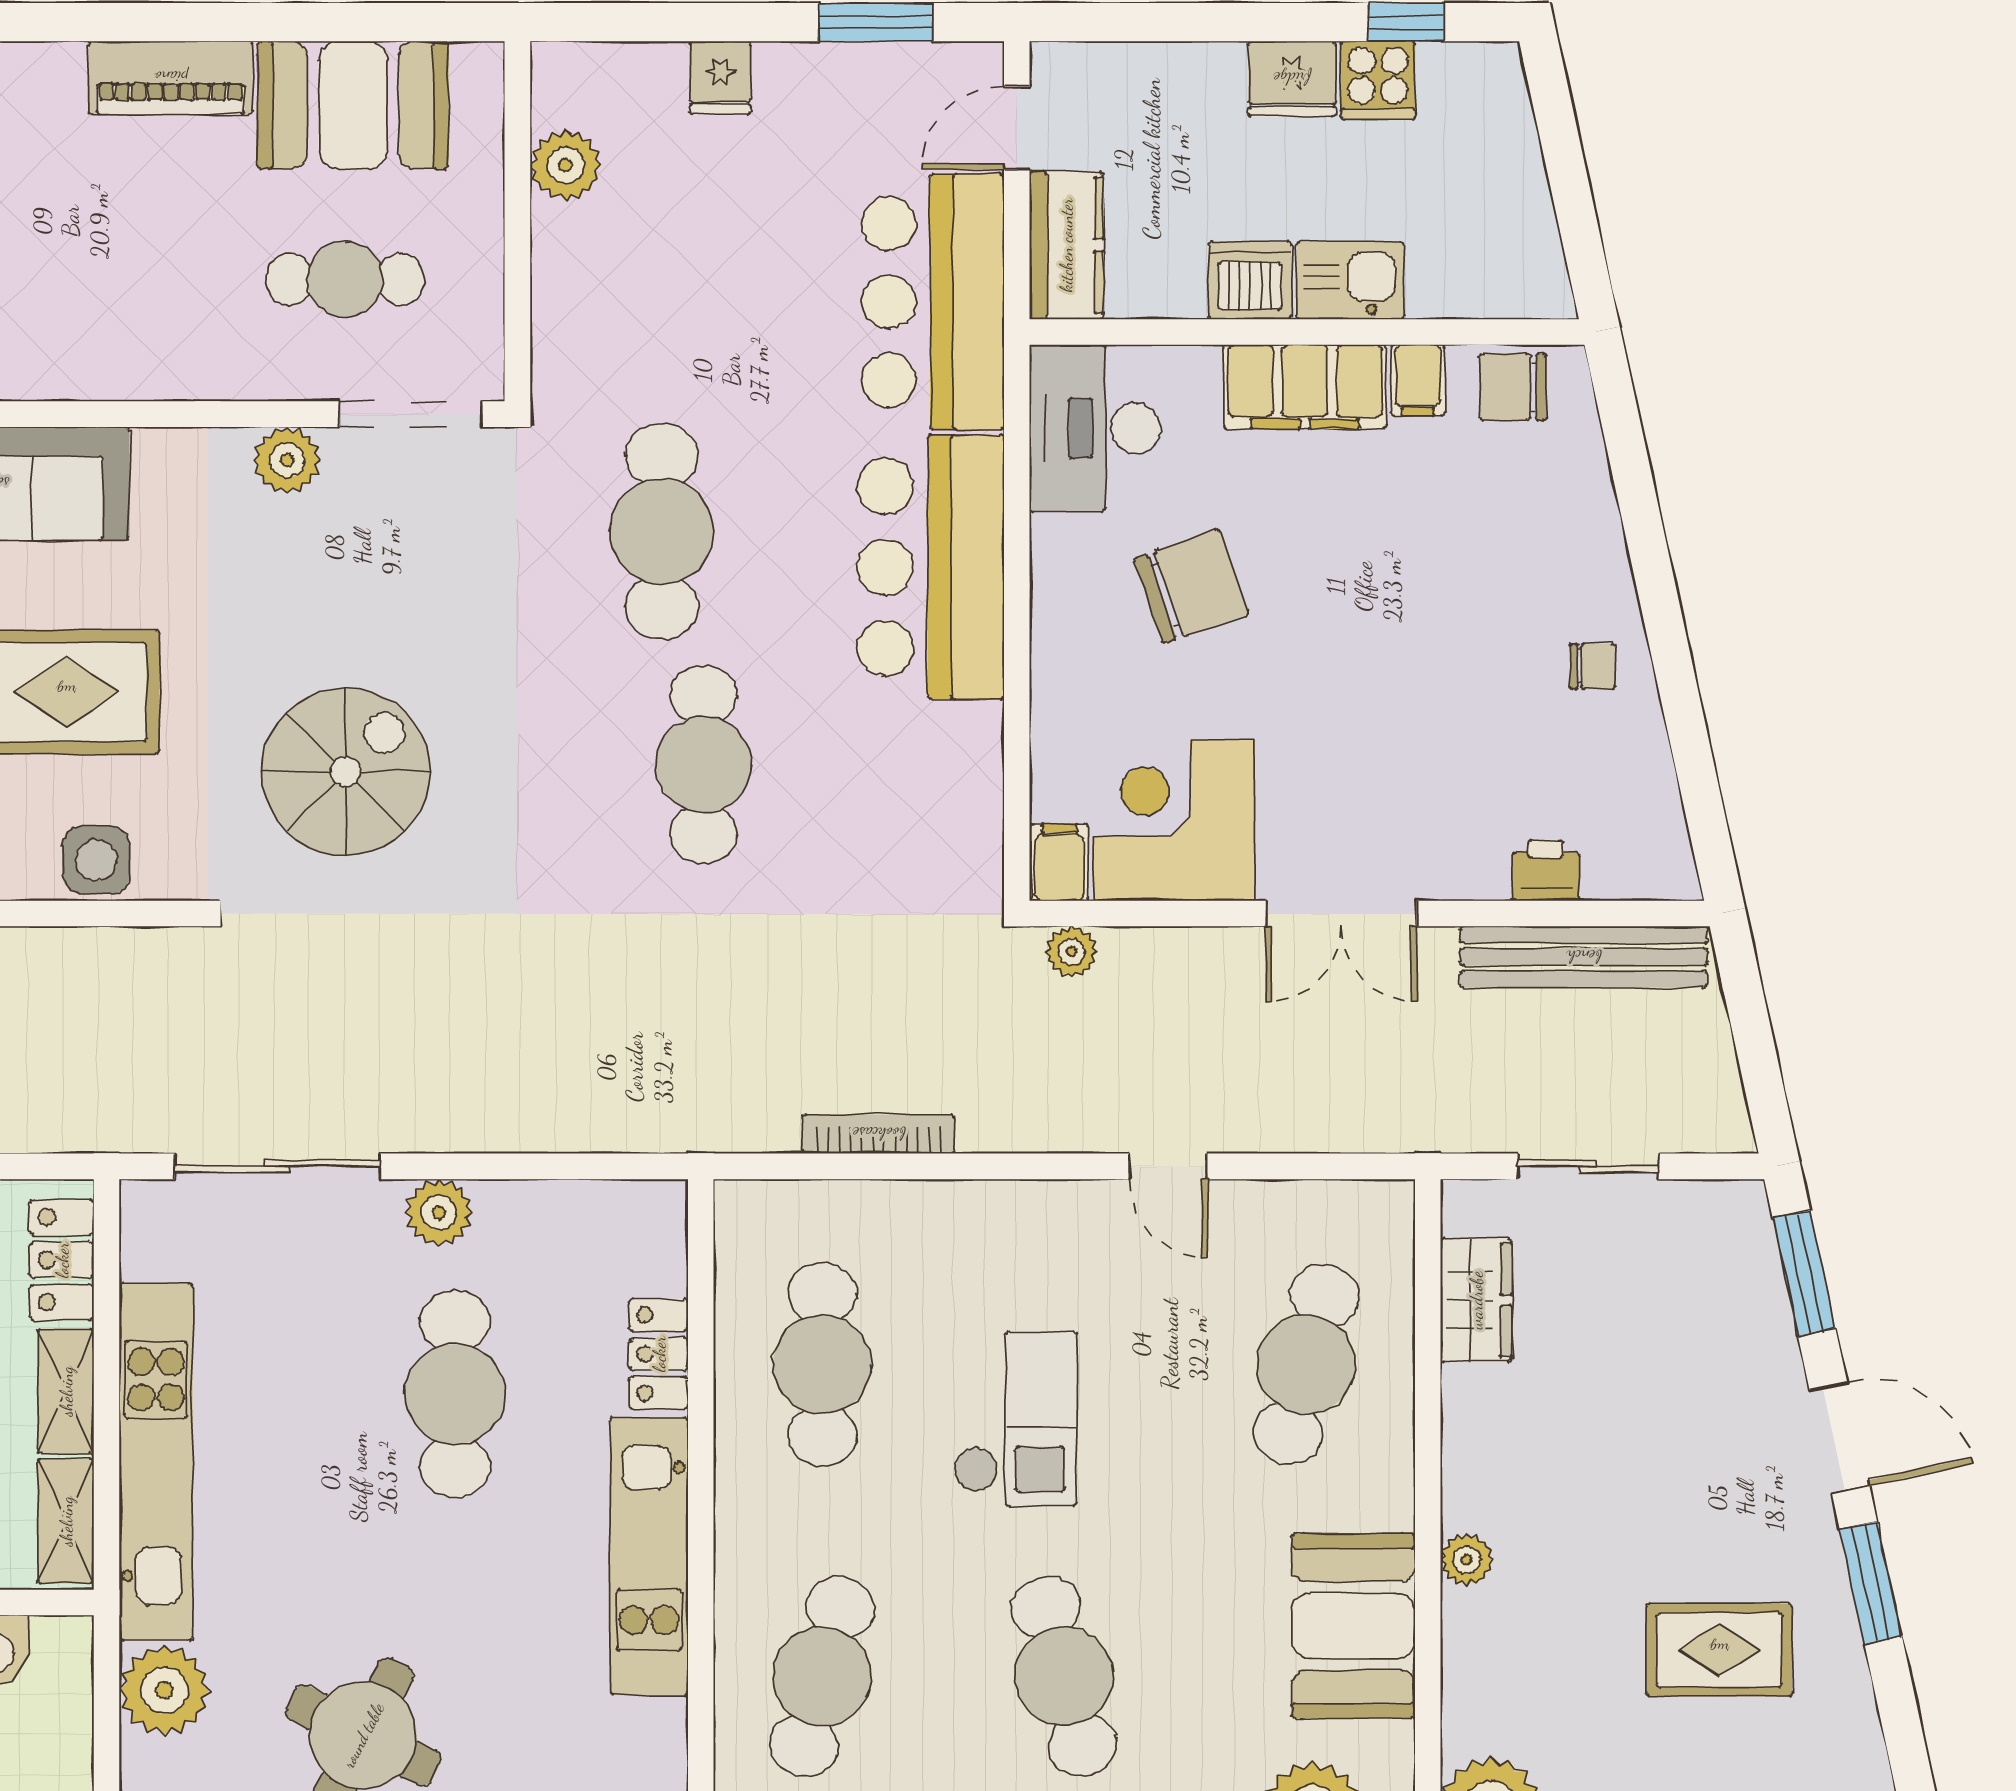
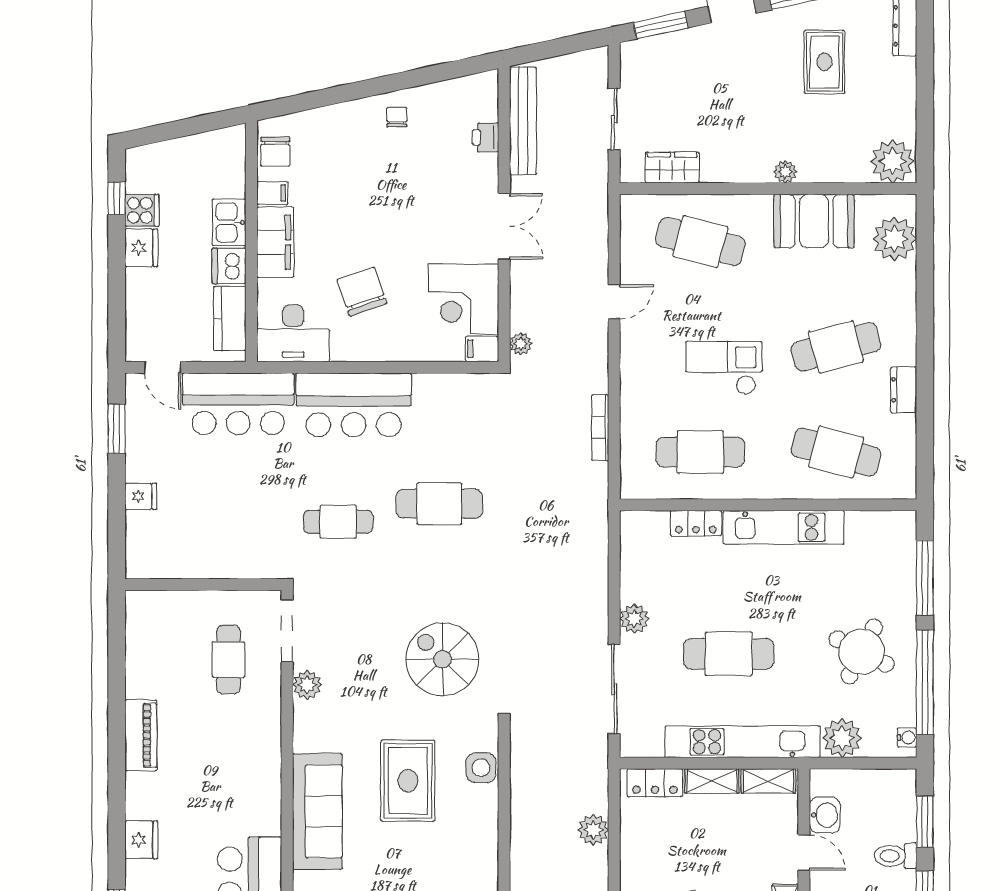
booth: (353, 105) -> (153, 656), removed
plant: (565, 165) -> (179, 564), removed
kitchen counter: (1066, 245) -> (230, 318), moved, turned -90
cafe table: (662, 531) -> (338, 522), width x0.73, depth x0.74
cafe table: (455, 1394) -> (729, 654), moved

